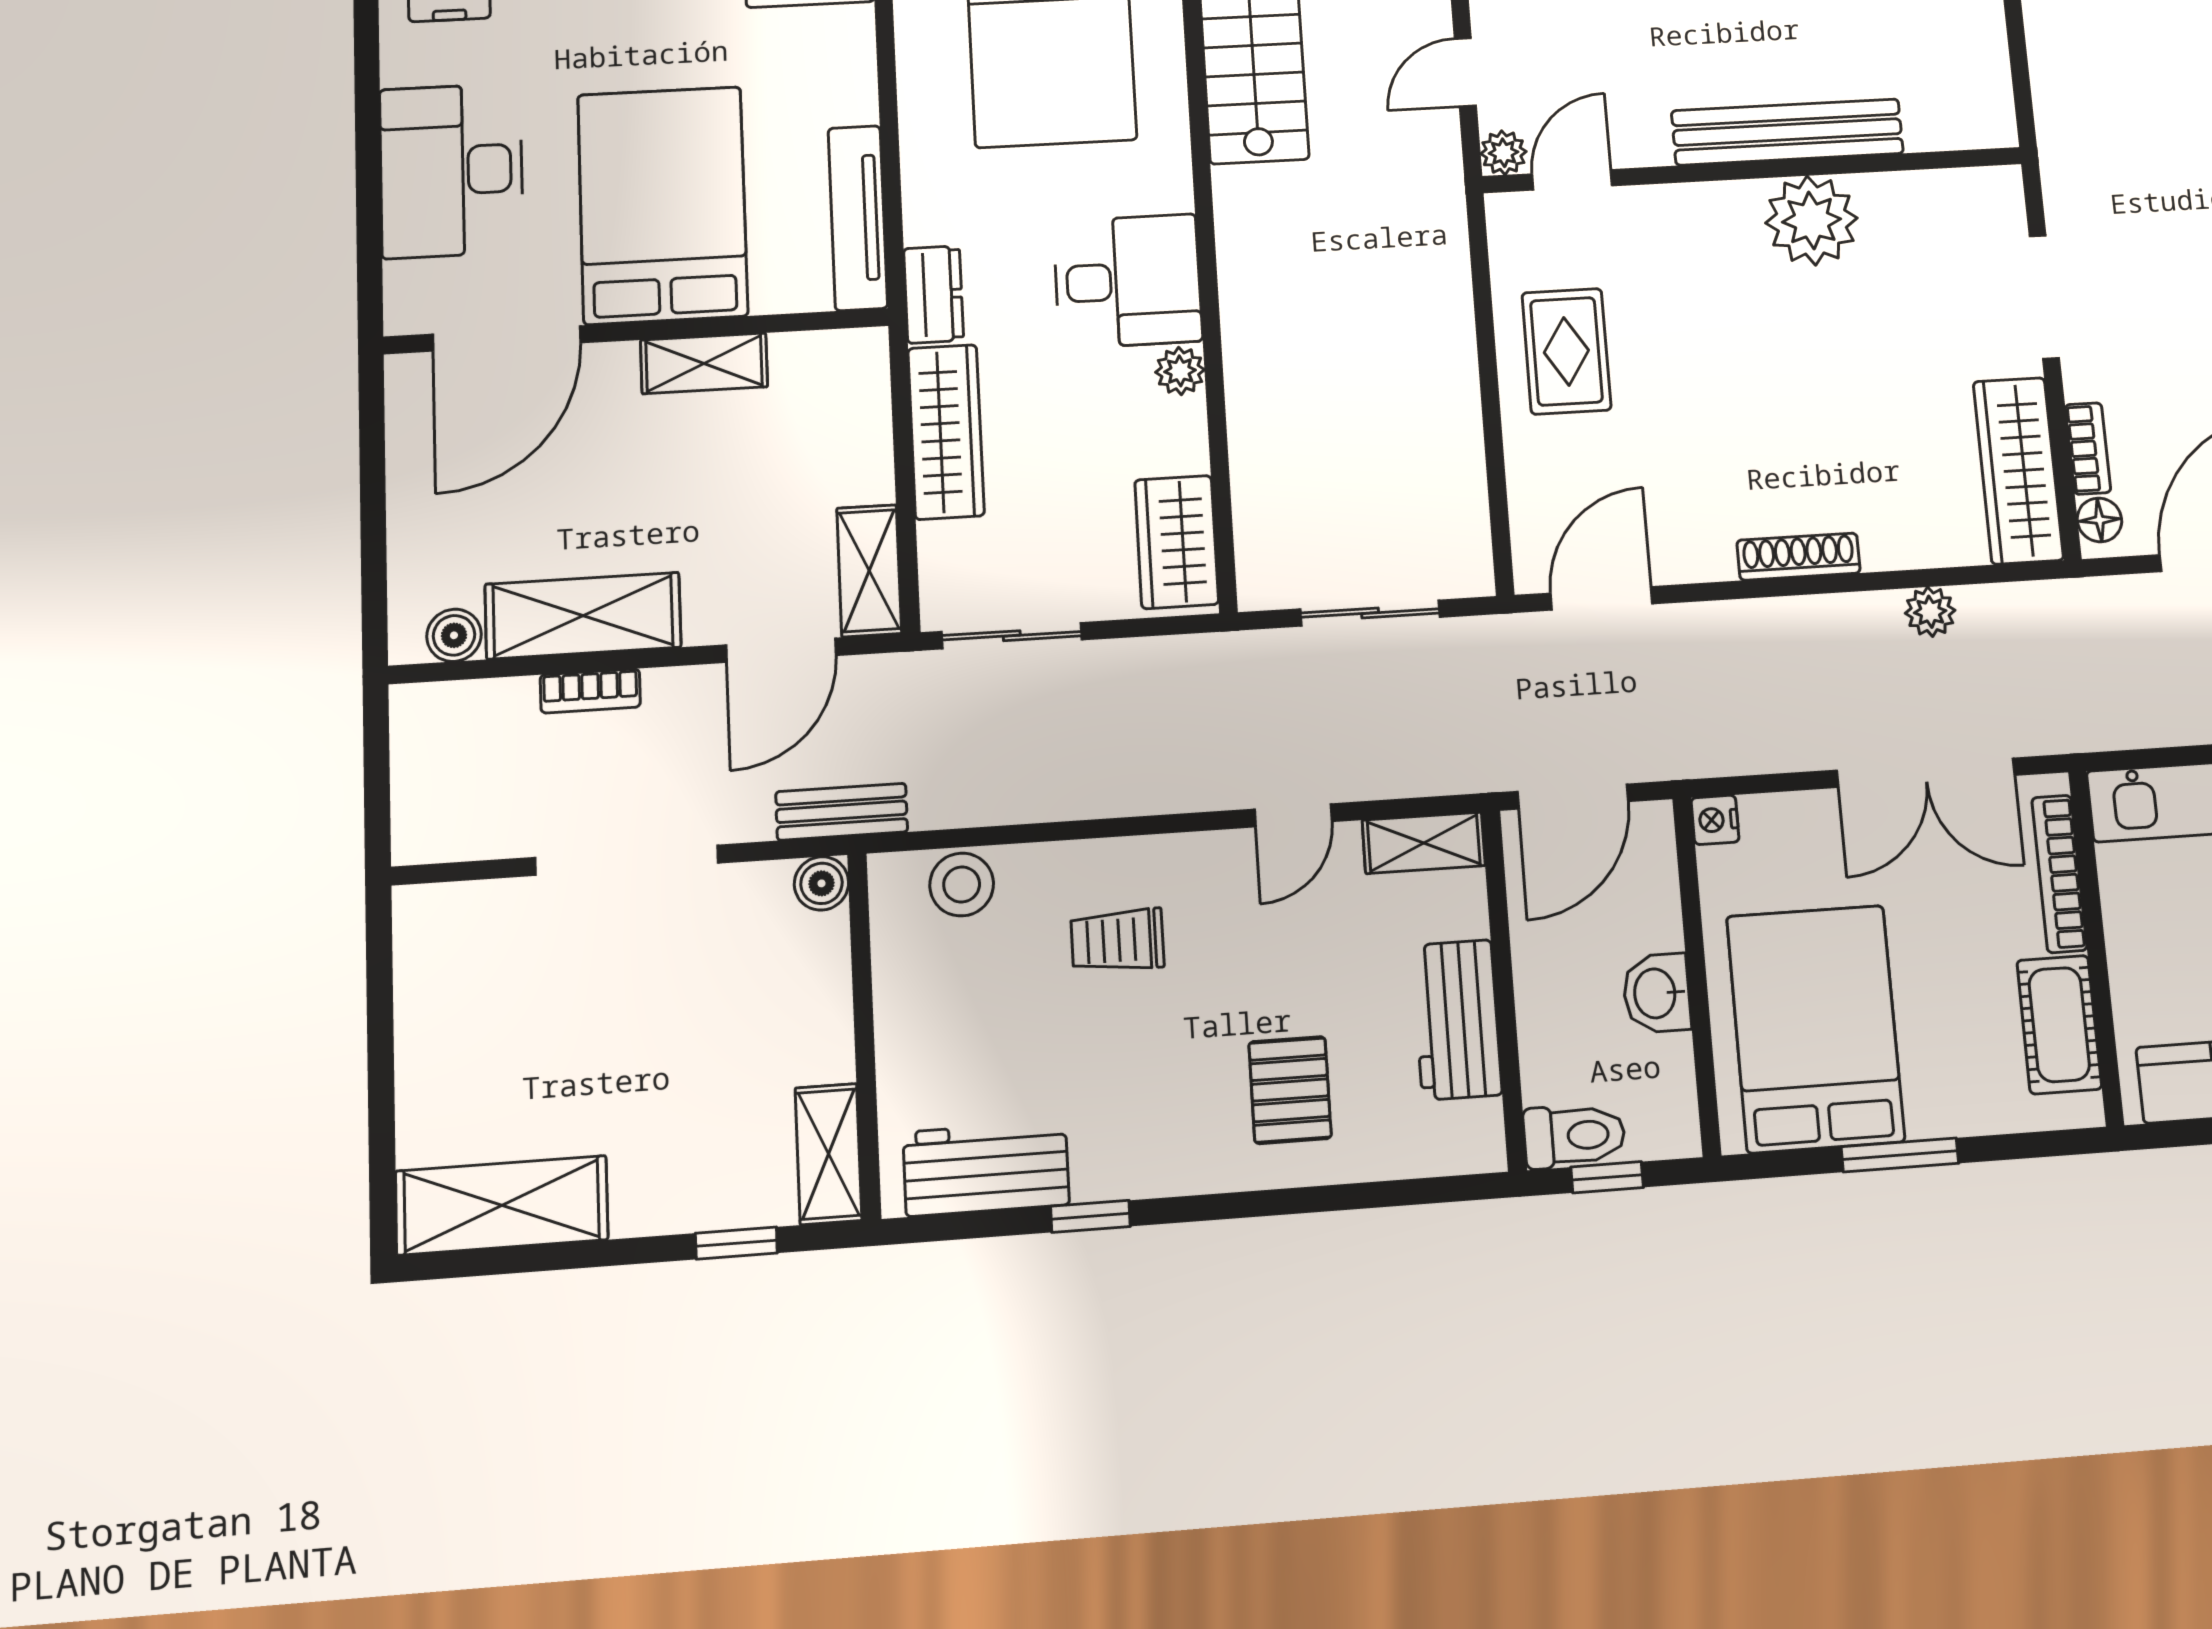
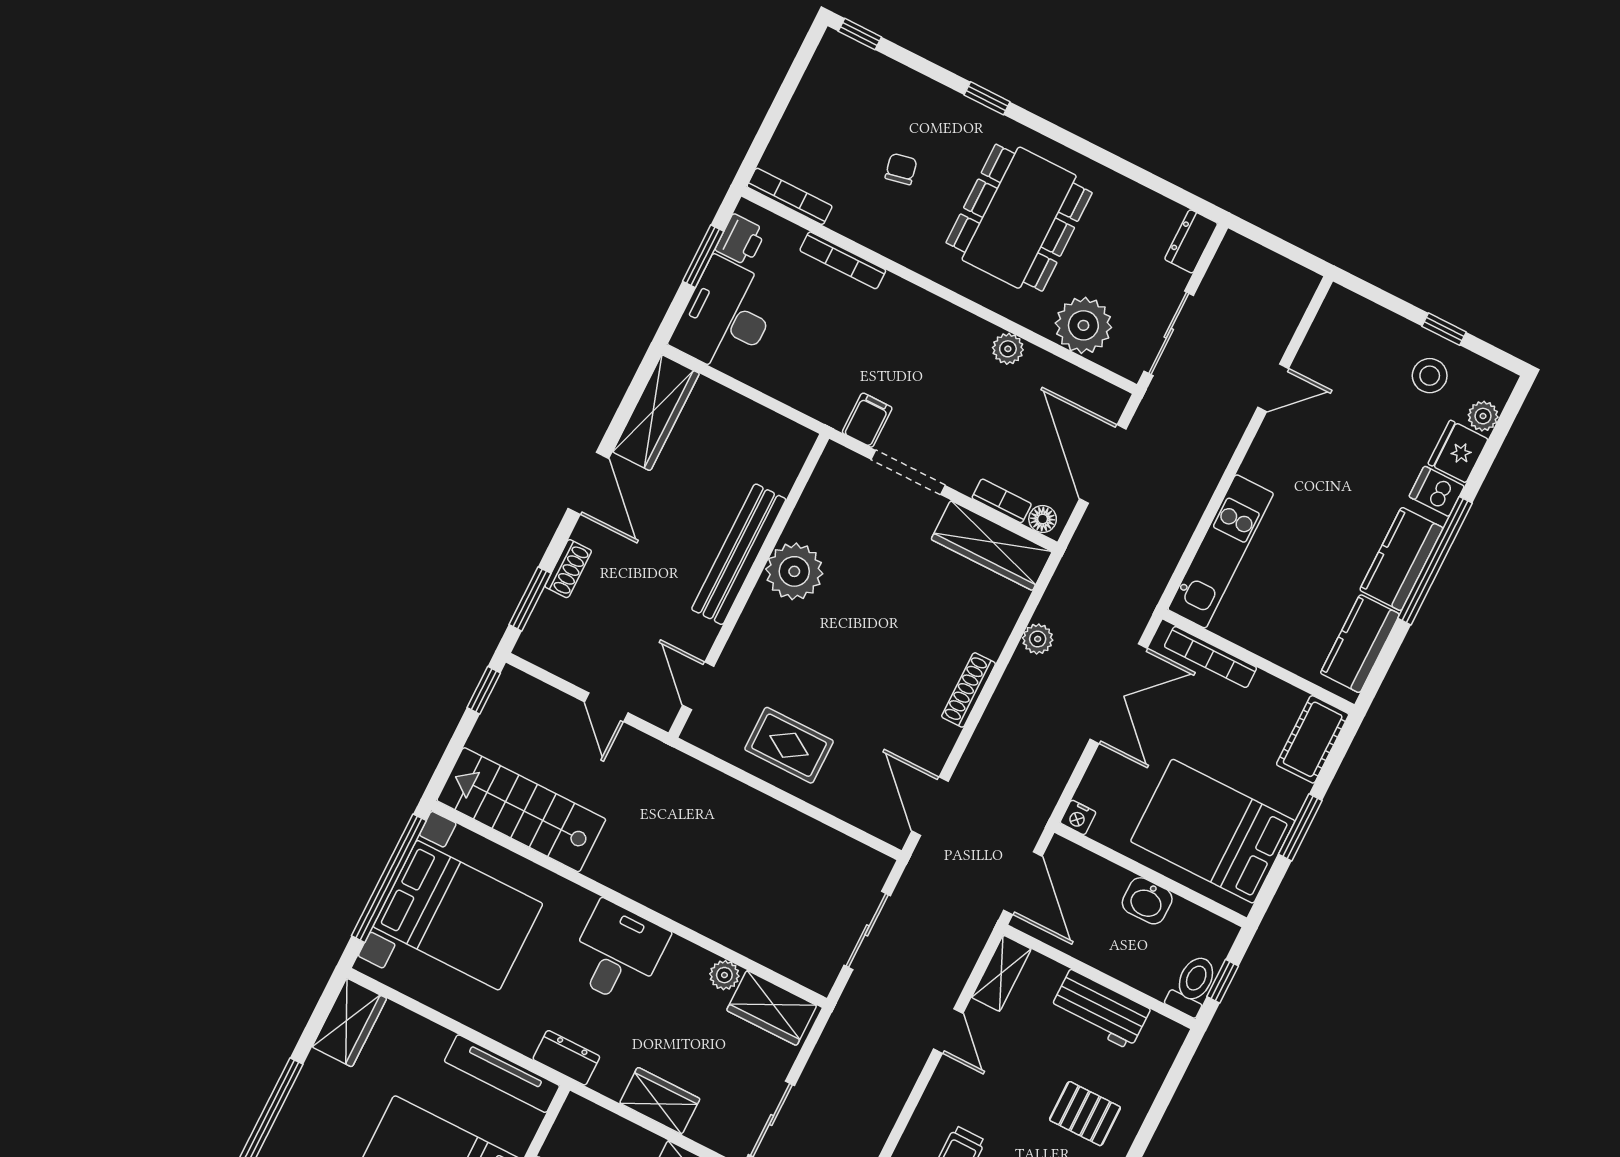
plant: (1503, 153) -> (662, 714), removed
filing cabinet: (2079, 201) -> (867, 420), added
plant: (1180, 371) -> (724, 975), moved
wardrobe: (946, 432) -> (660, 1101), width x0.67
cot: (2059, 1025) -> (1313, 739), moved, turned 90

